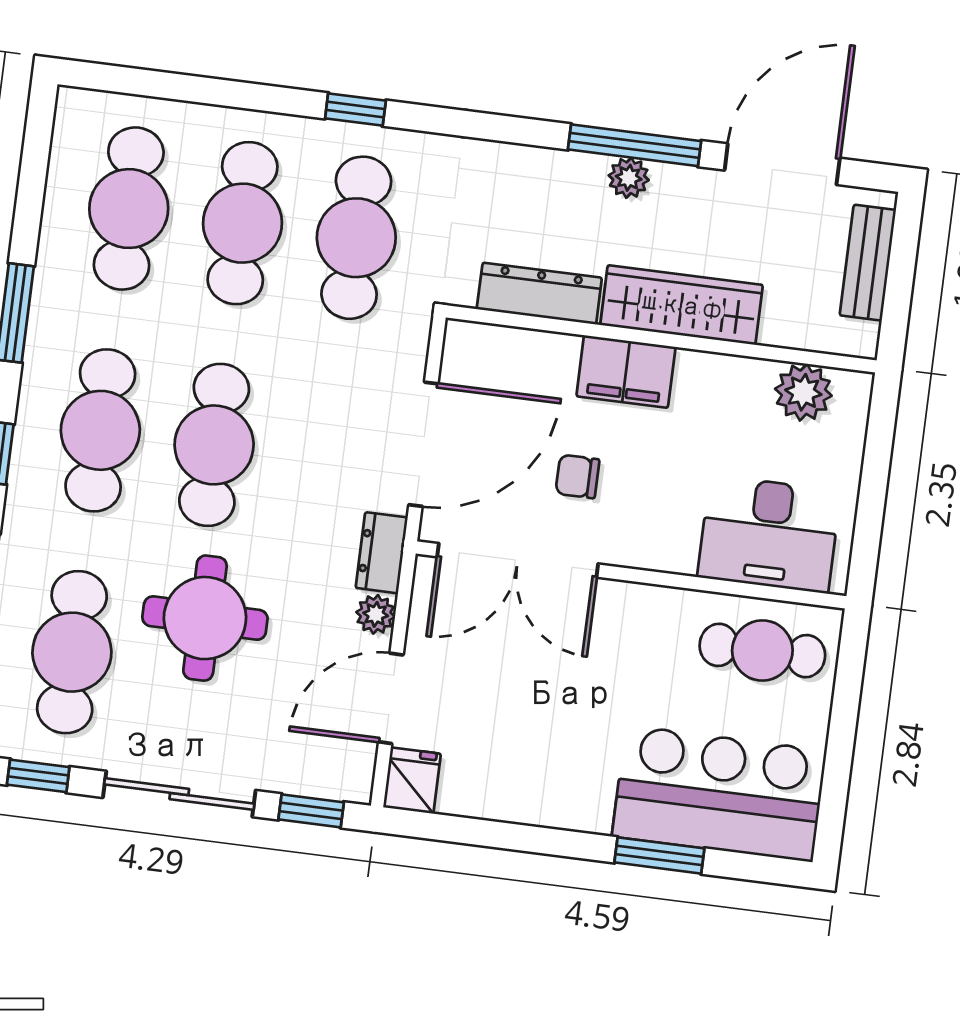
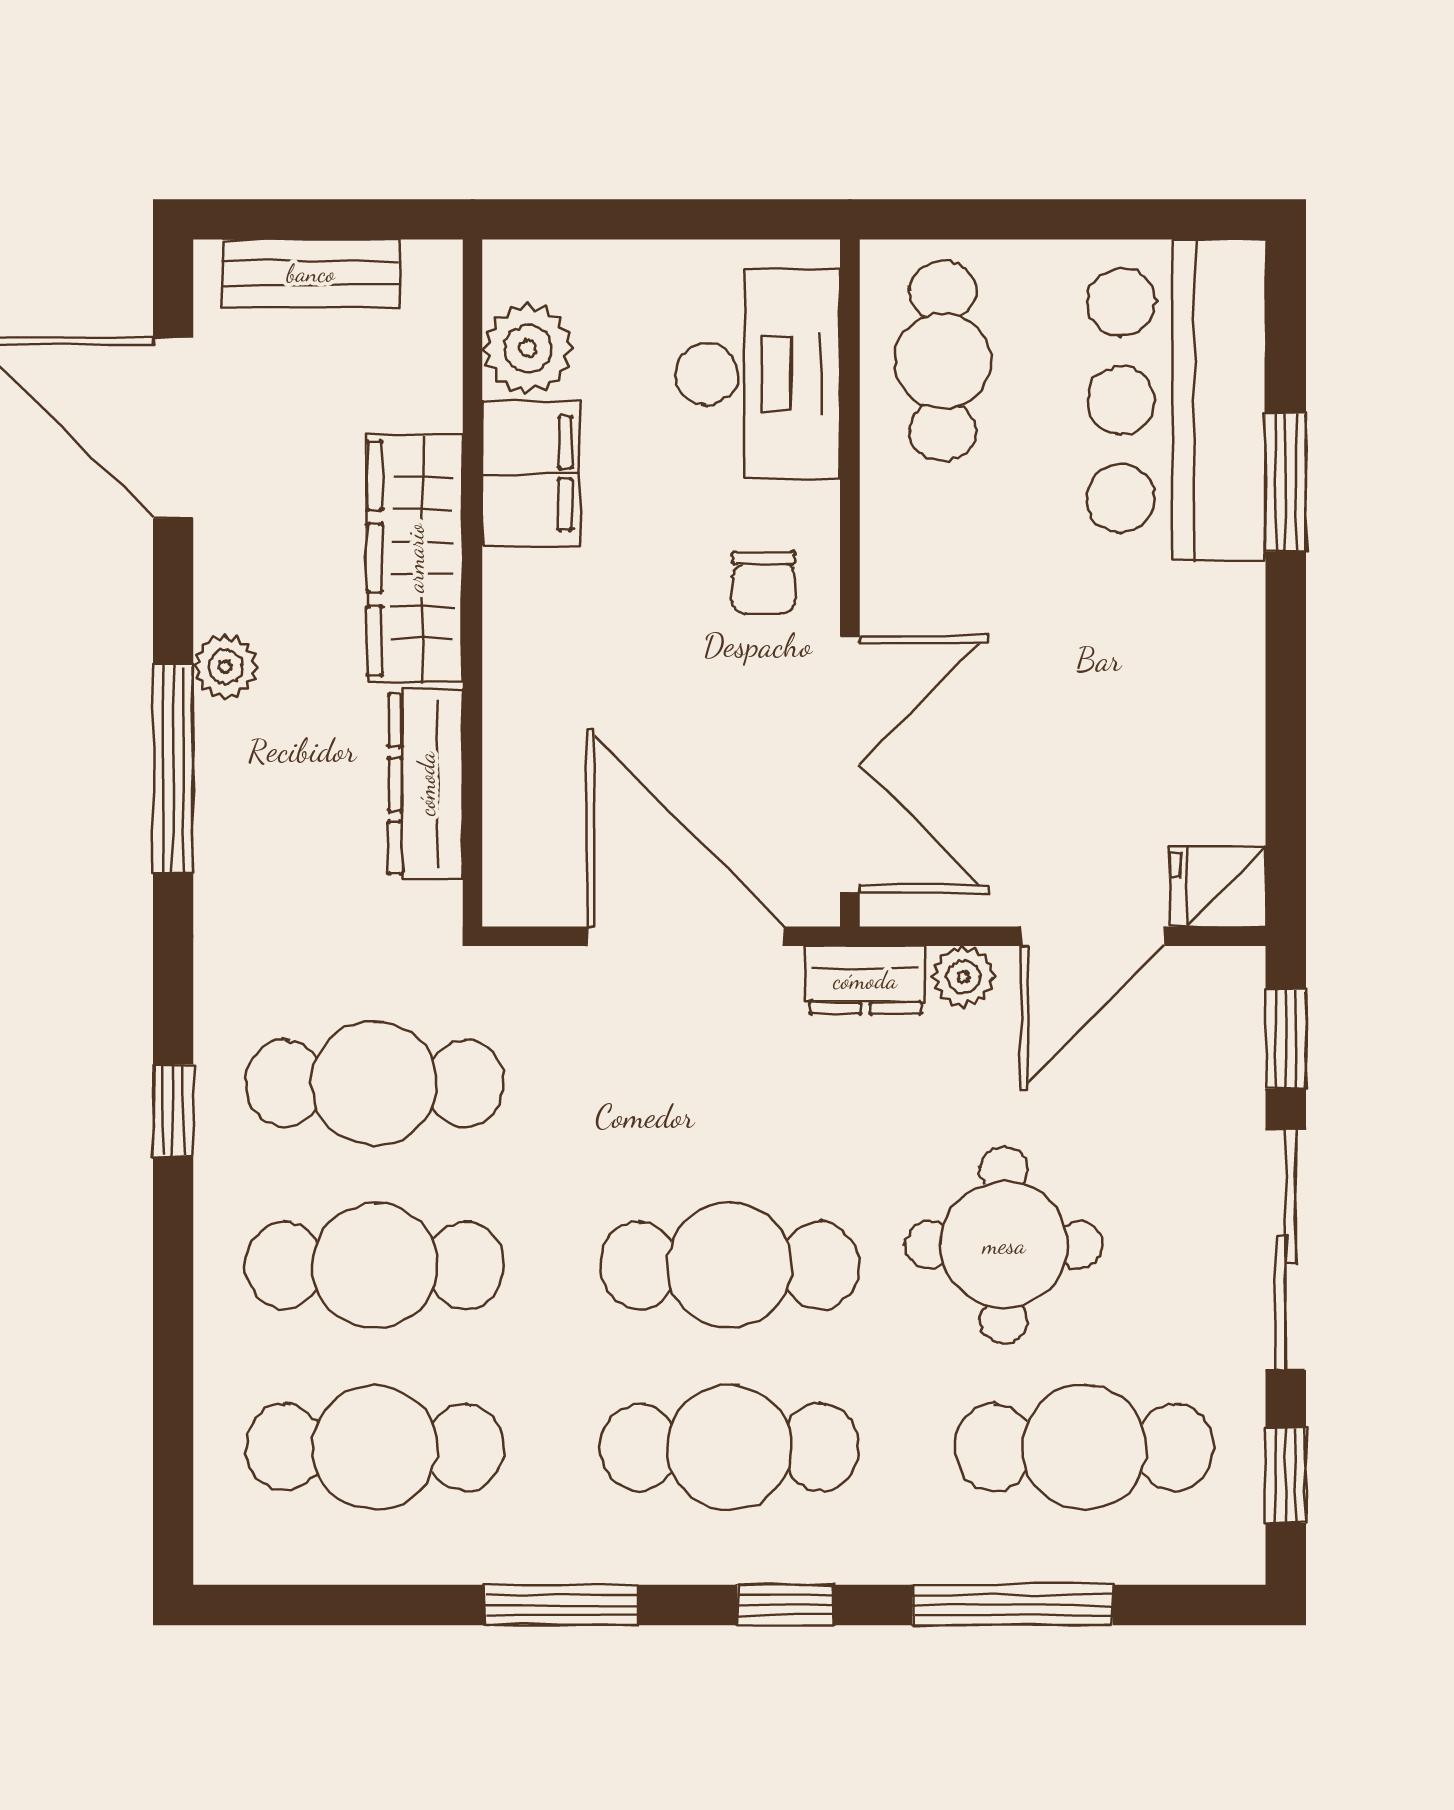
window: (635, 145) -> (173, 769), moved
filing cabinet: (626, 372) -> (531, 474), moved
chair: (577, 476) -> (764, 583), moved
door: (391, 698) -> (1093, 936), hinge flipped

